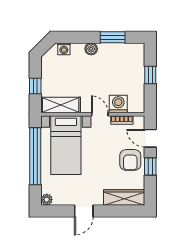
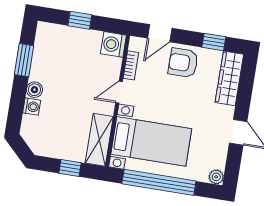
washing machine: (64, 49) -> (32, 107), moved
washing machine: (118, 104) -> (113, 44), moved
armchair: (130, 160) -> (183, 63), turned 180
window: (150, 167) -> (214, 42), moved

